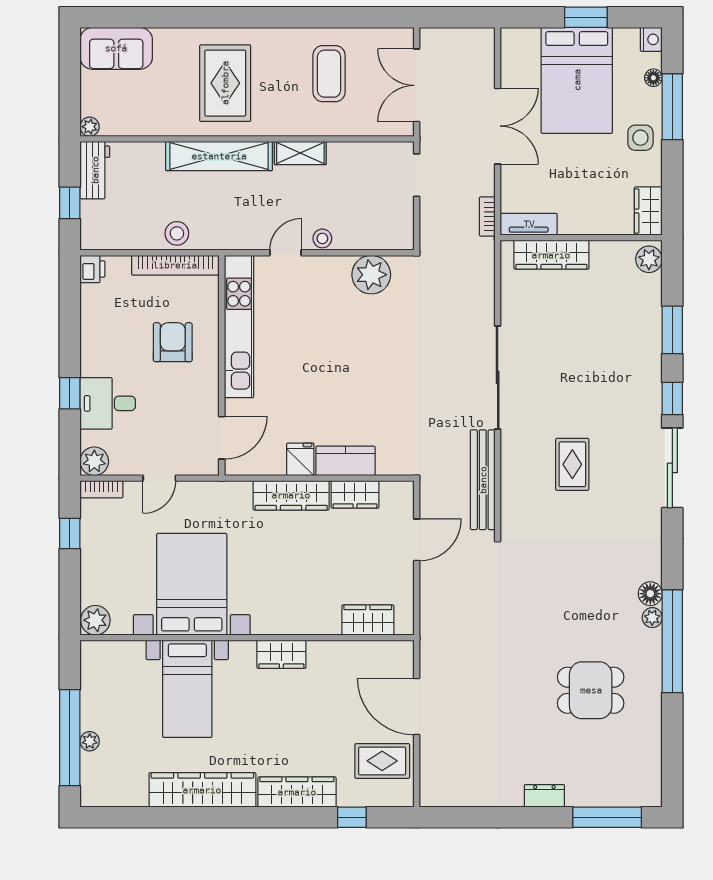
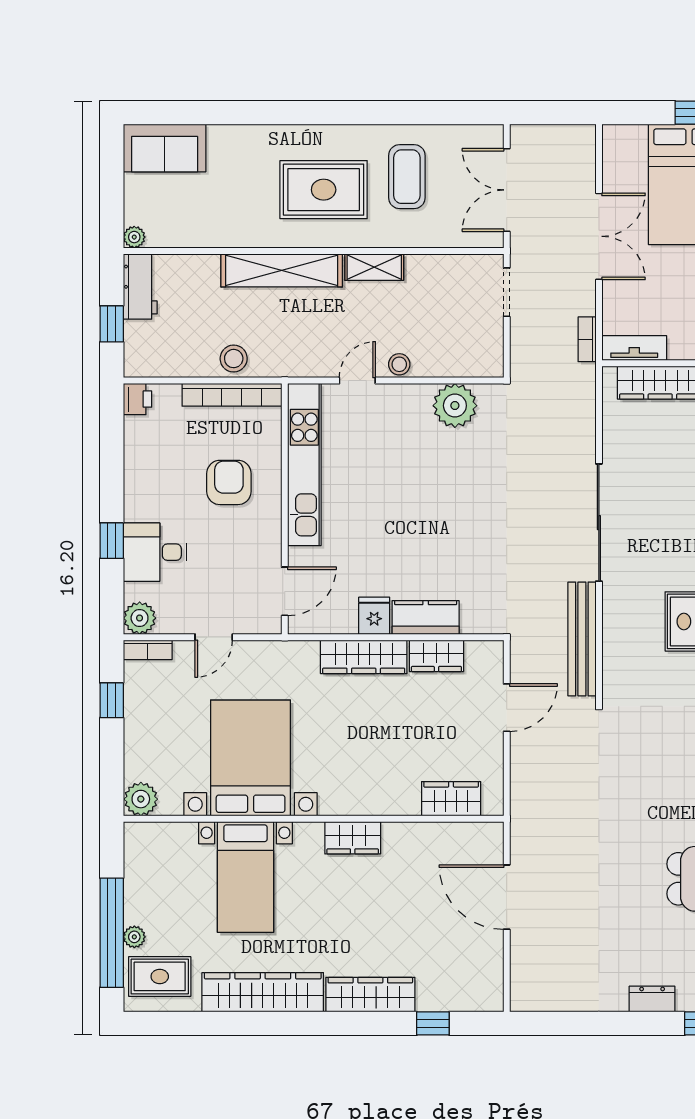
rug: (225, 83) -> (324, 190), moved, turned 90
rug: (382, 761) -> (160, 976), moved

